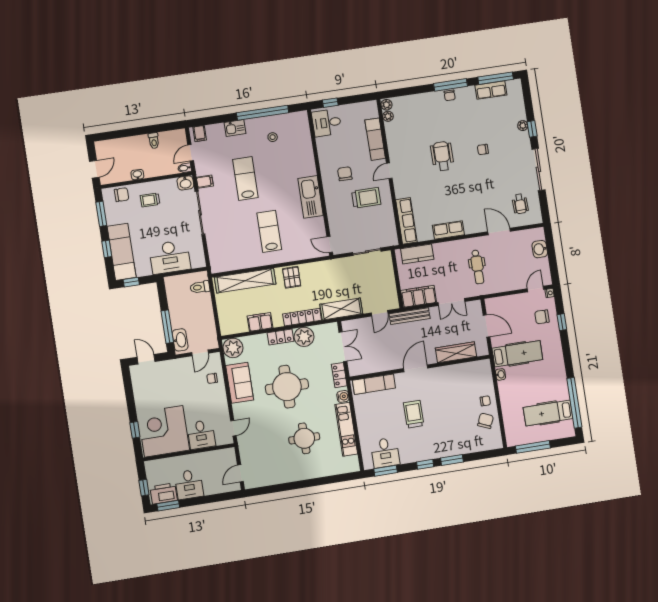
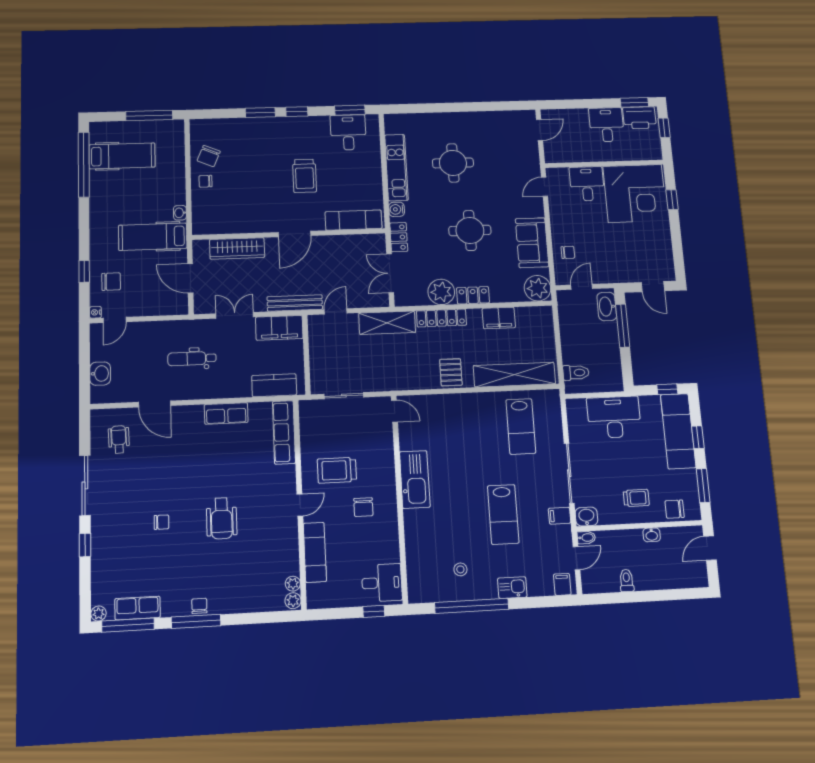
plant: (523, 126) -> (98, 613), moved
lab bench: (269, 231) -> (521, 426), moved
dental chair: (477, 267) -> (192, 359), turned -90
round table: (287, 387) -> (470, 230), width x0.73, depth x0.73

